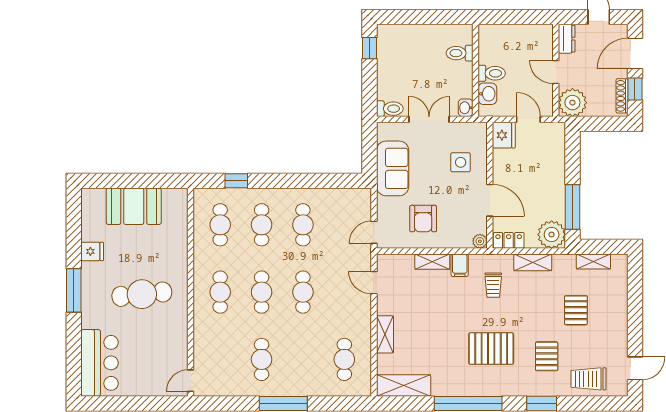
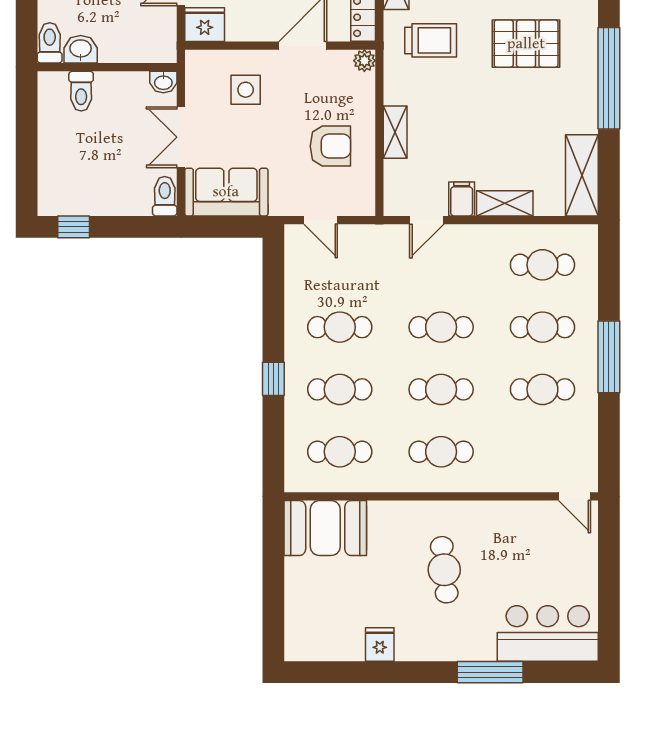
toilet: (492, 73) -> (50, 43), moved
washbasin: (487, 94) -> (81, 49), moved
sofa: (393, 168) -> (226, 192), moved
window: (236, 181) -> (273, 379), moved
booth: (134, 206) -> (325, 528), moved, turned 90
door: (374, 232) -> (321, 220), moved
filing cabinet: (460, 265) -> (462, 199), moved, turned -90
trolley: (493, 285) -> (431, 40), width x1.36, depth x1.39
window: (74, 290) -> (490, 672), moved
cafe table: (142, 294) -> (444, 570), width x0.73, depth x0.74
pallet: (491, 349) -> (526, 44), turned 90
cafe table: (303, 359) -> (542, 327), added

